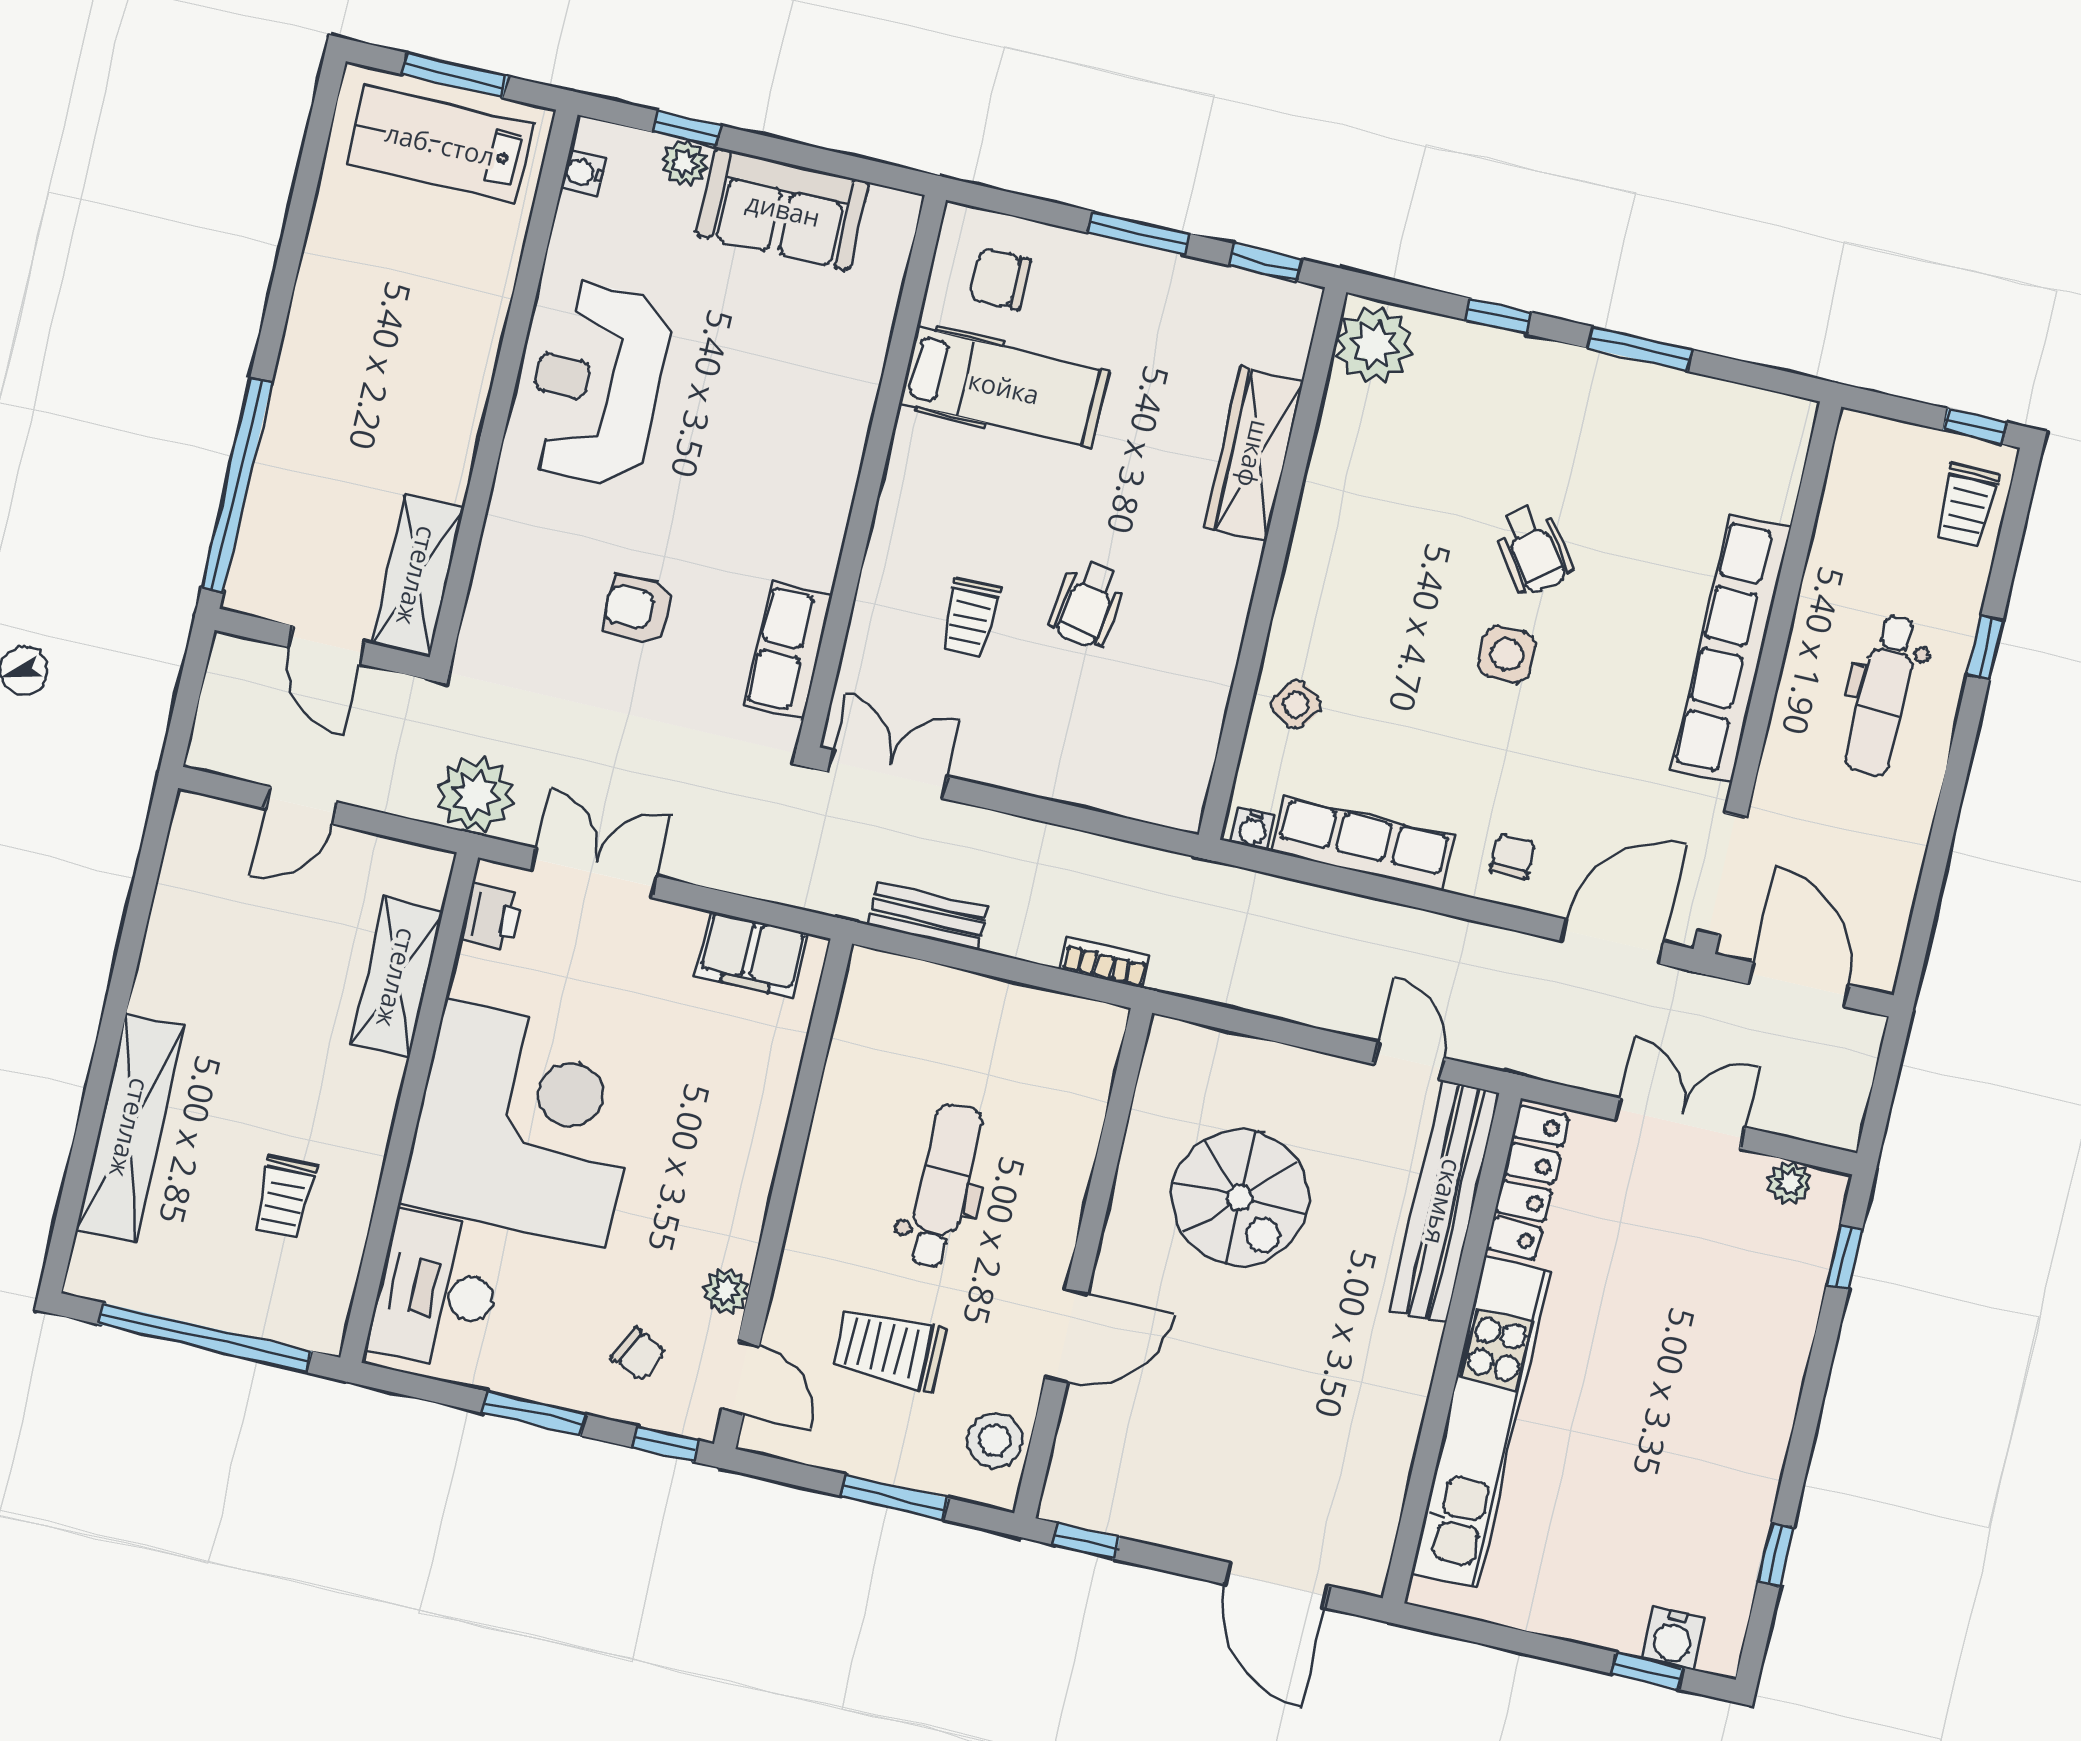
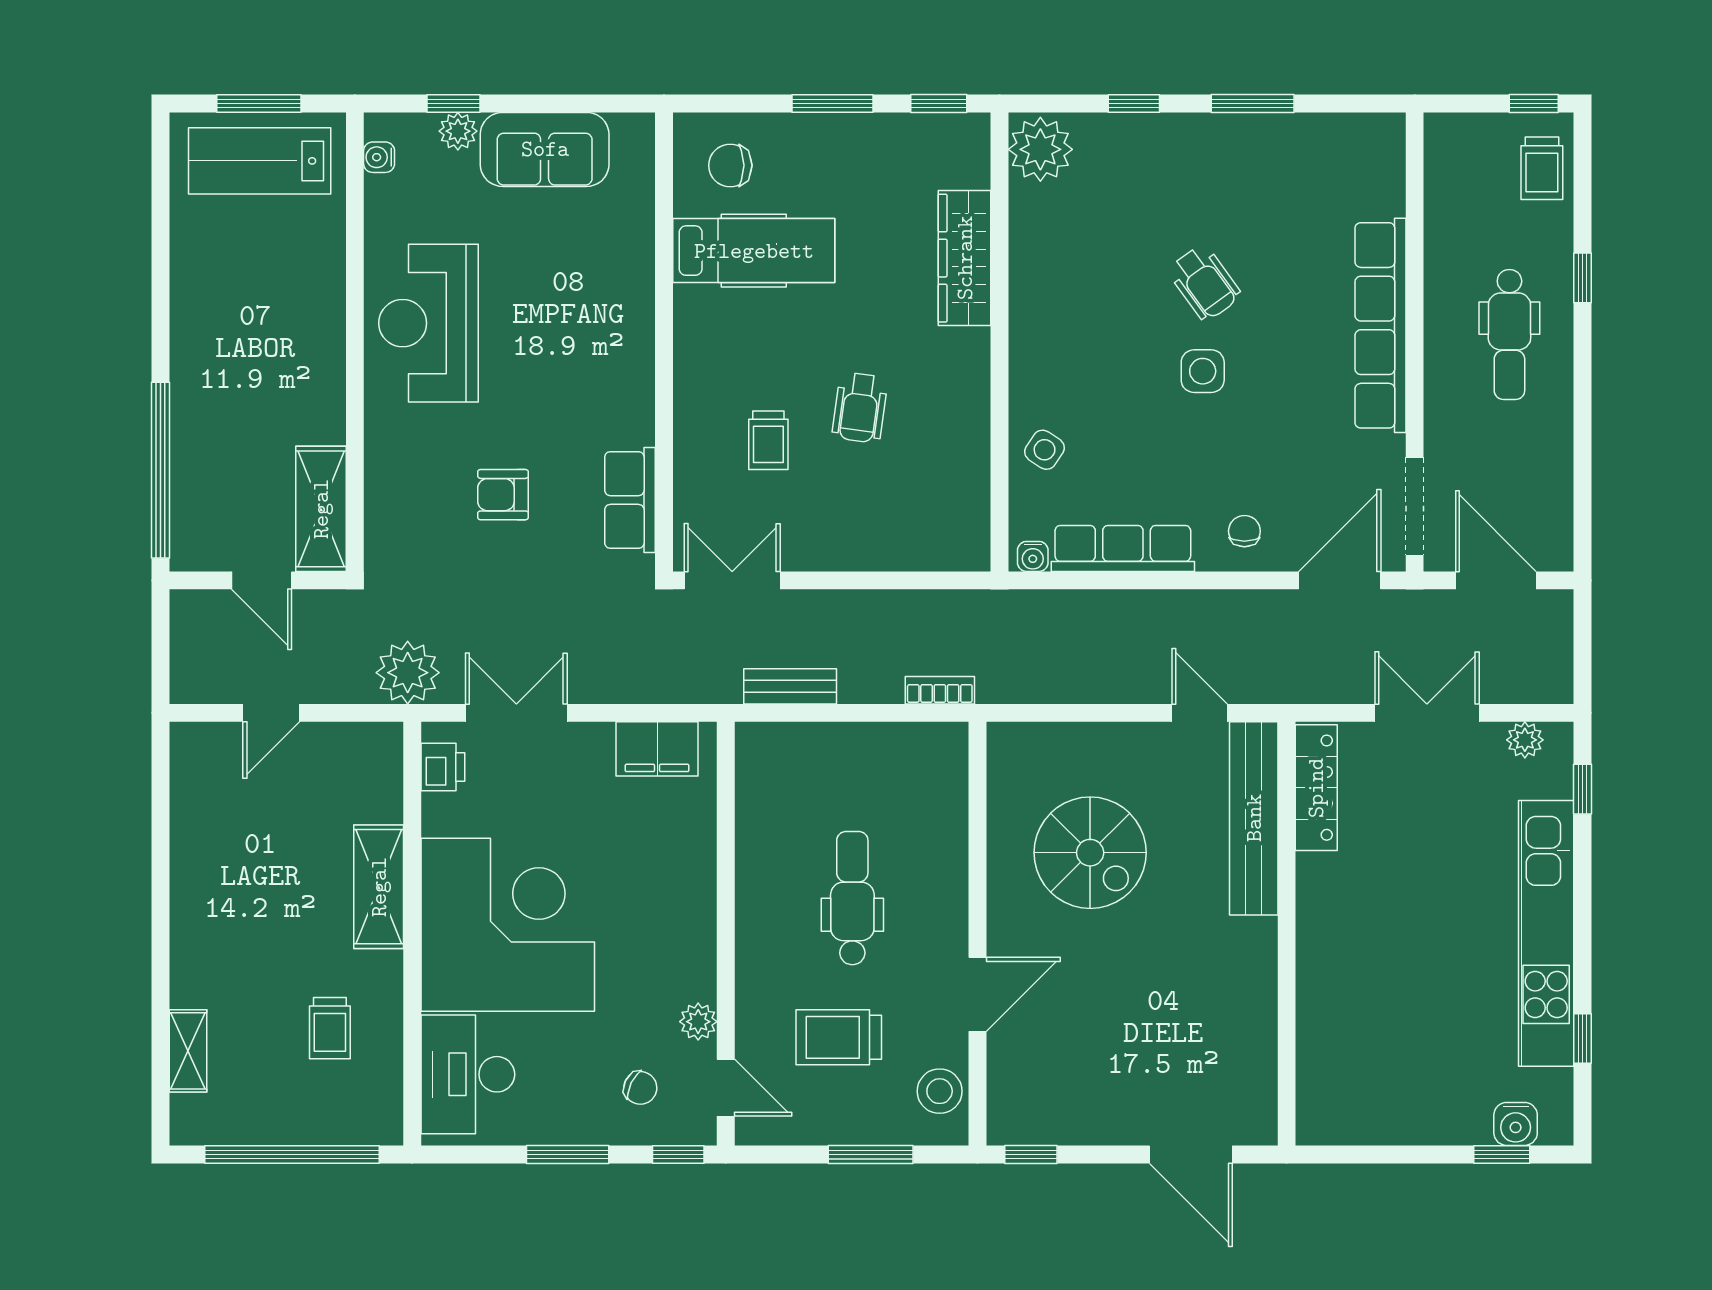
shelving: (397, 978) -> (379, 887), moved
shelving: (130, 1128) -> (188, 1051), width x0.45, depth x0.75
kitchen unit: (1480, 1422) -> (1546, 933), moved, turned 180

